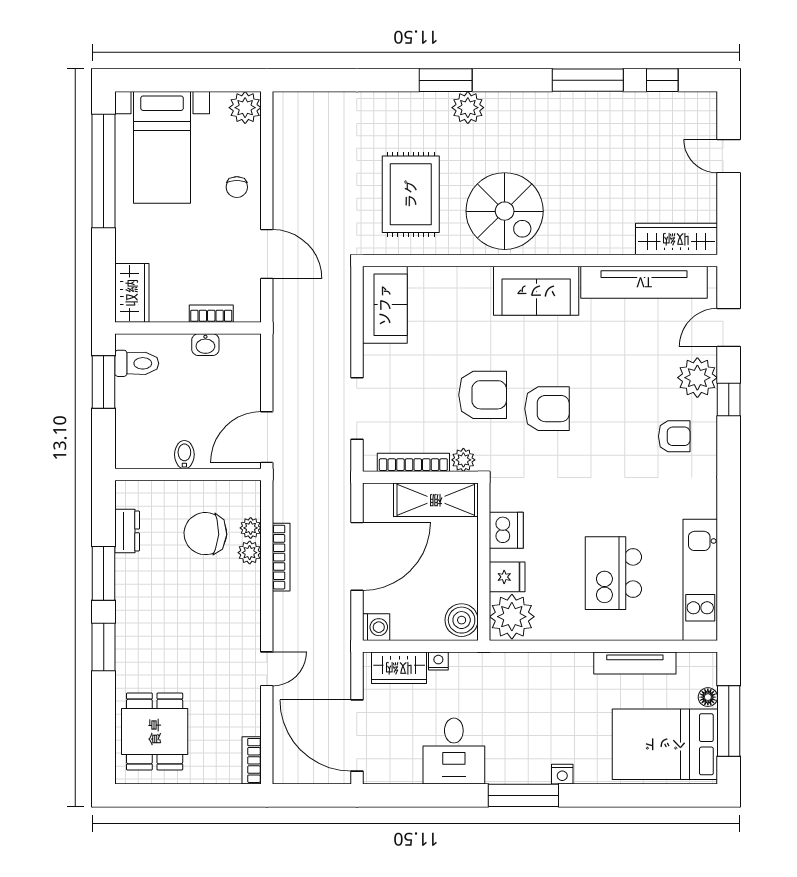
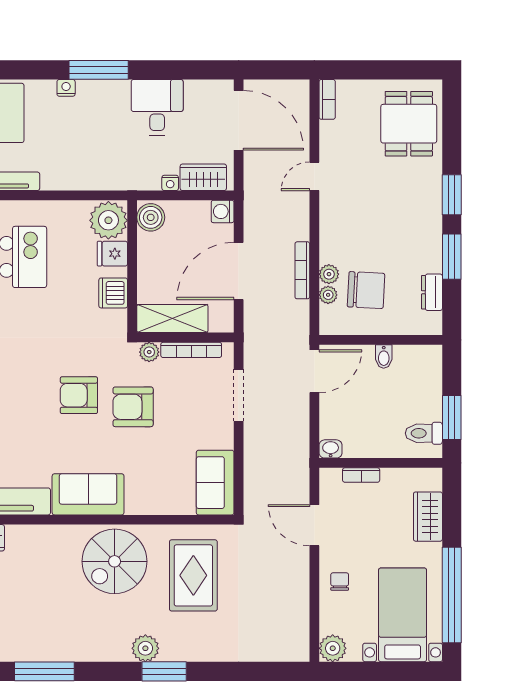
spiral stairs: (505, 211) -> (115, 561), turned -90
wardrobe: (132, 293) -> (428, 517), moved
washbasin: (205, 345) -> (331, 449), moved

